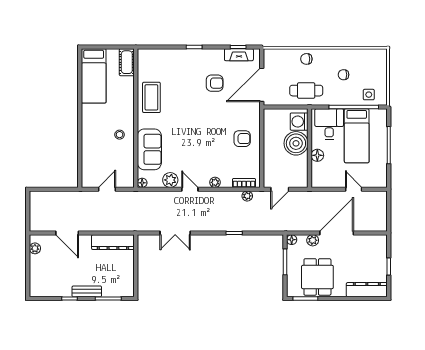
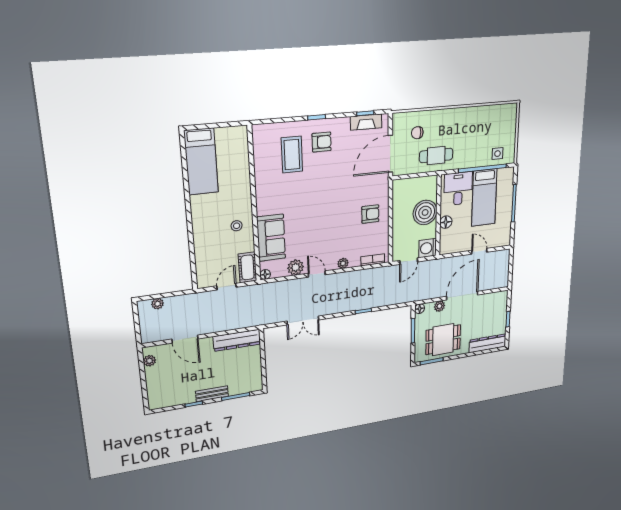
chair: (306, 59) -> (417, 133), moved
cot: (127, 62) -> (248, 267), moved
chair: (343, 75) -> (474, 135), removed
armchair: (215, 83) -> (322, 142), moved
coffee table: (151, 97) -> (292, 155), moved
washing machine: (299, 122) -> (428, 248), moved
plant: (247, 196) -> (158, 304), moved
dining table: (317, 277) -> (443, 340), turned 90

